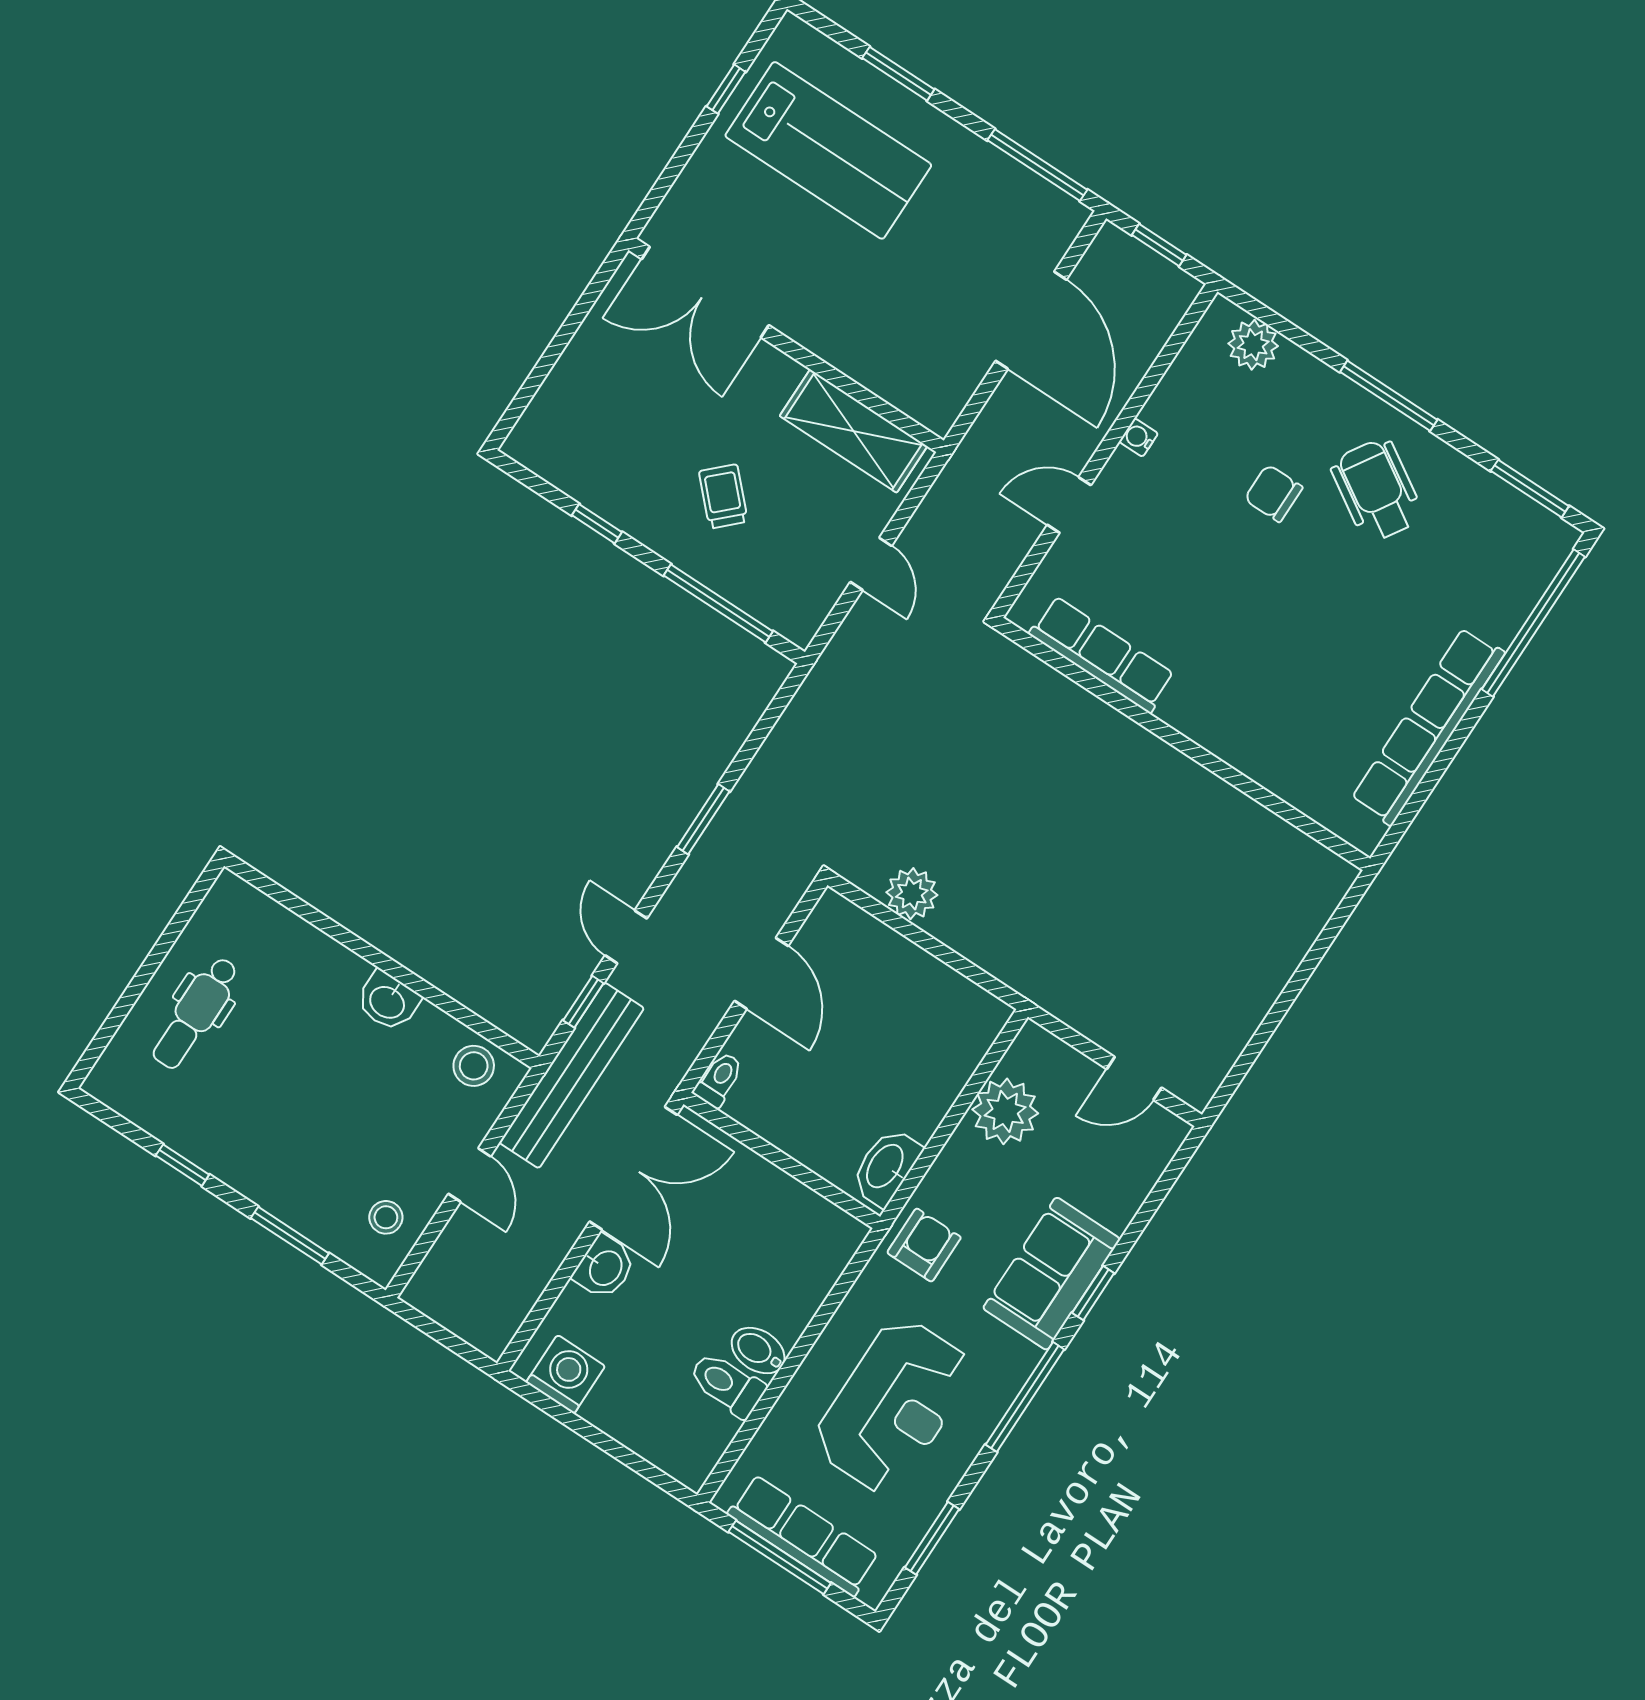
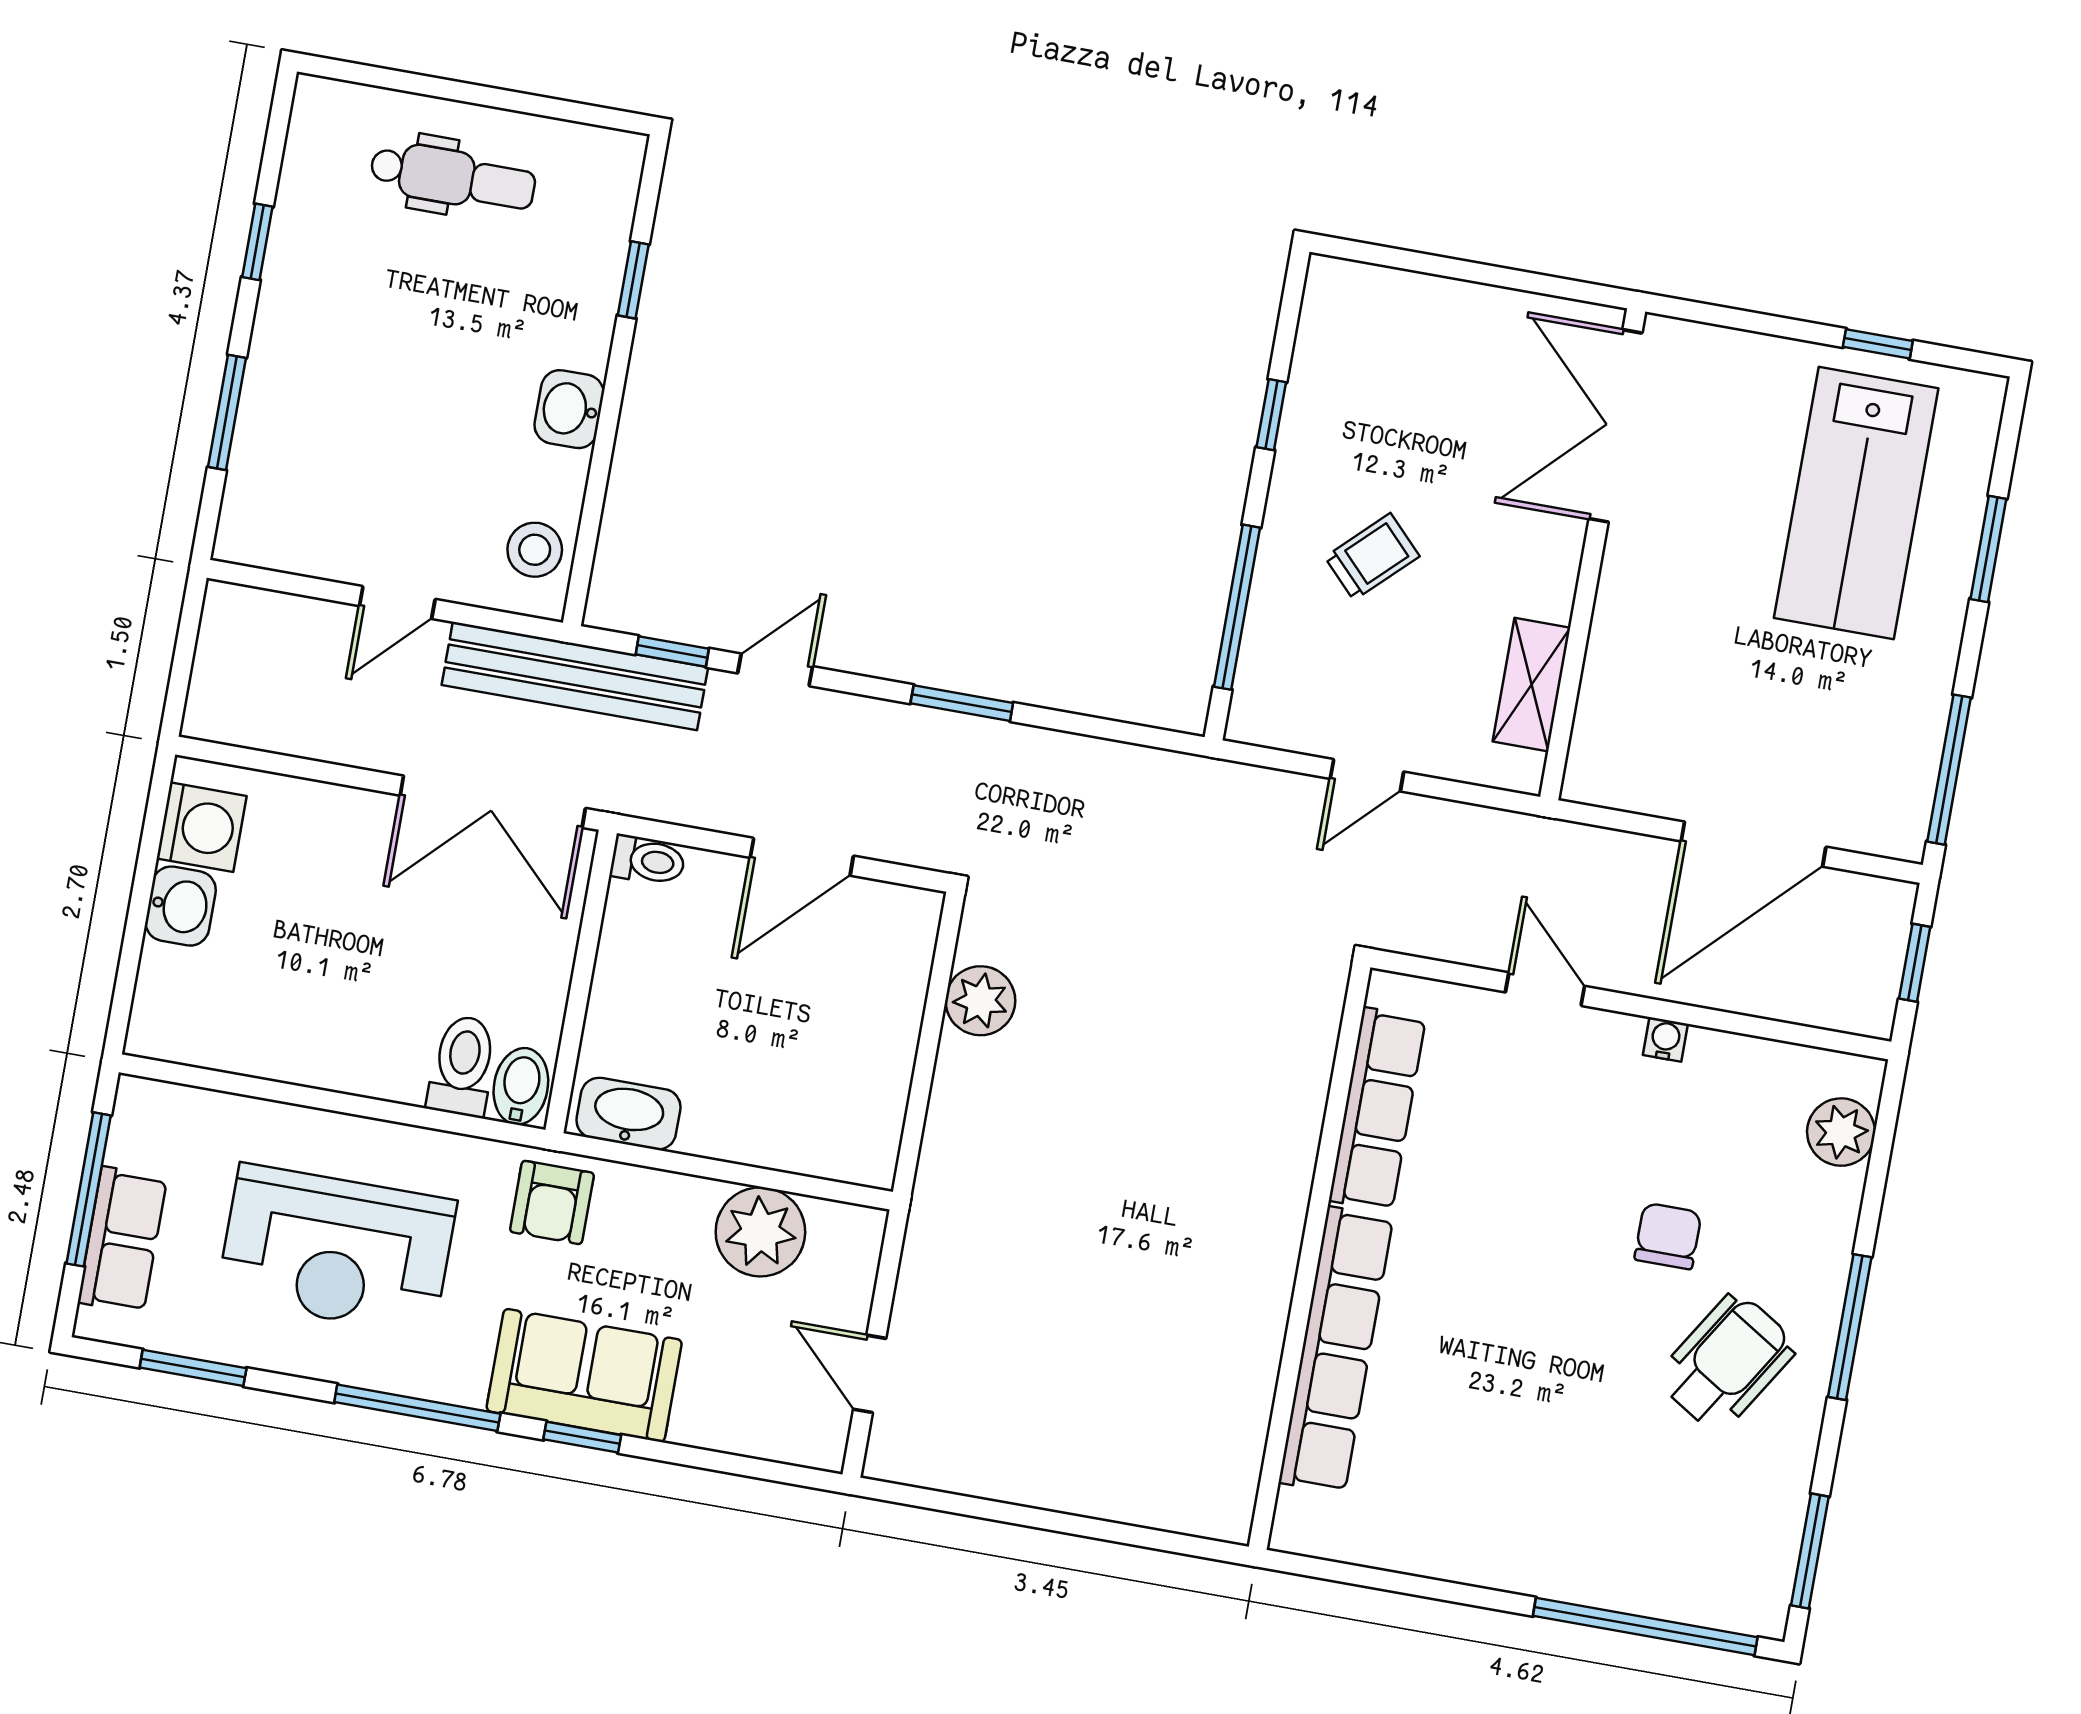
shelving: (853, 431) -> (1531, 685), width x0.67, depth x0.75
row of seats: (1428, 726) -> (1336, 1350), moved, turned 90
window: (318, 920) -> (633, 280), added
dental chair: (196, 1013) -> (453, 177), turned 180
stool: (386, 1217) -> (301, 521), removed
armchair: (924, 1245) -> (552, 1202), turned 90
washbasin: (605, 1267) -> (181, 906), moved, turned -90
bidet: (758, 1351) -> (521, 1086), moved
toilet: (727, 1384) -> (463, 1066), moved
row of seats: (804, 1535) -> (123, 1240), width x0.68

